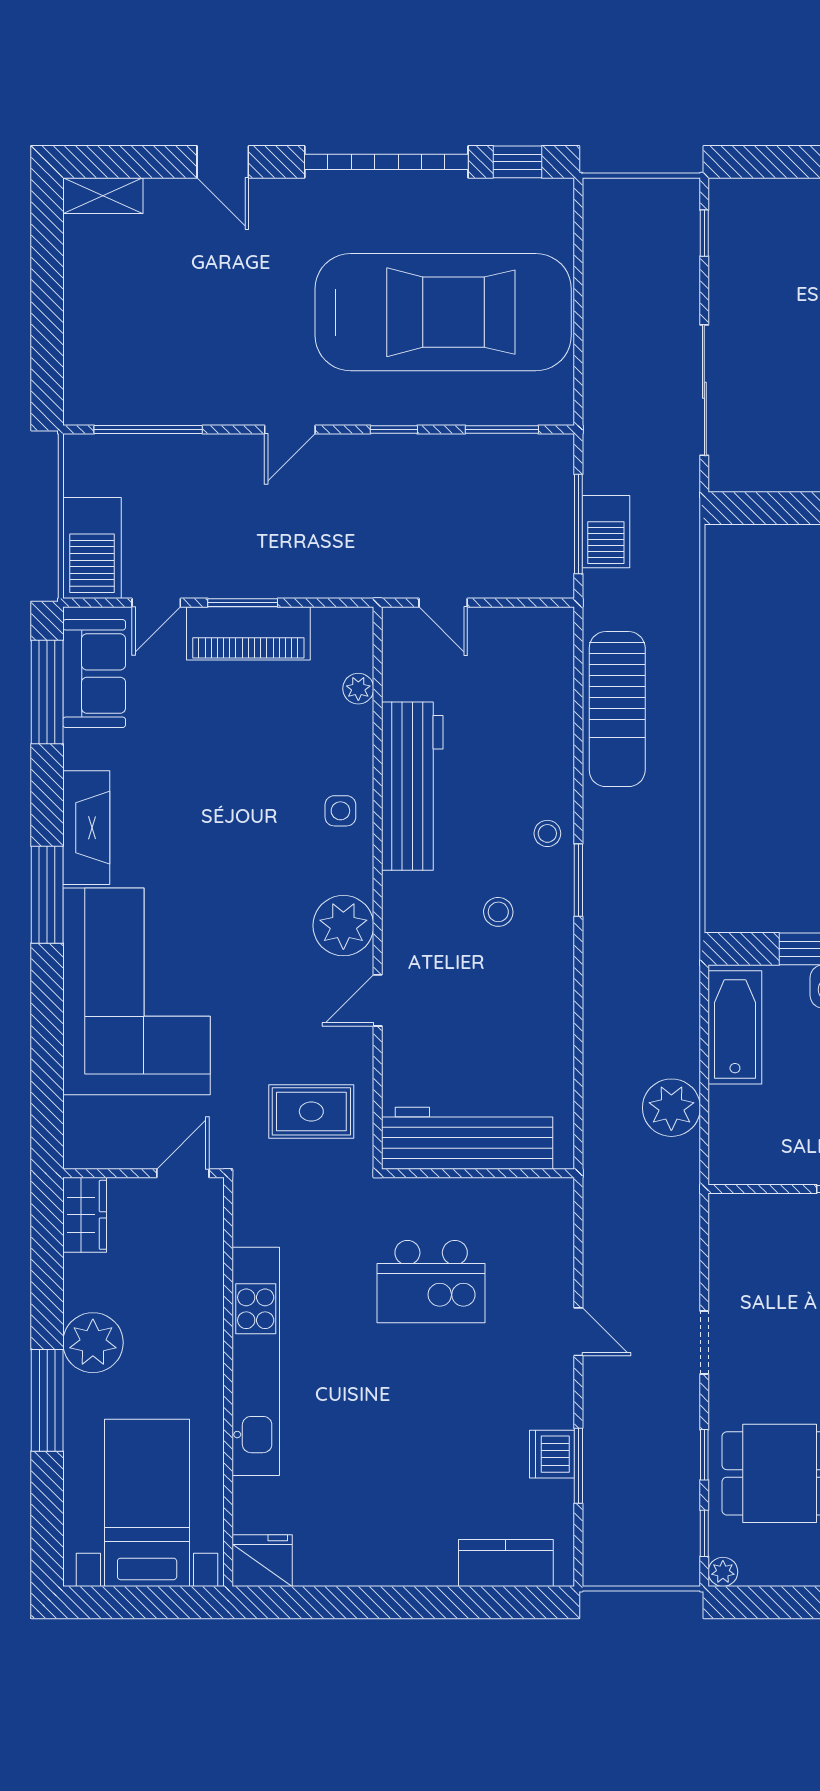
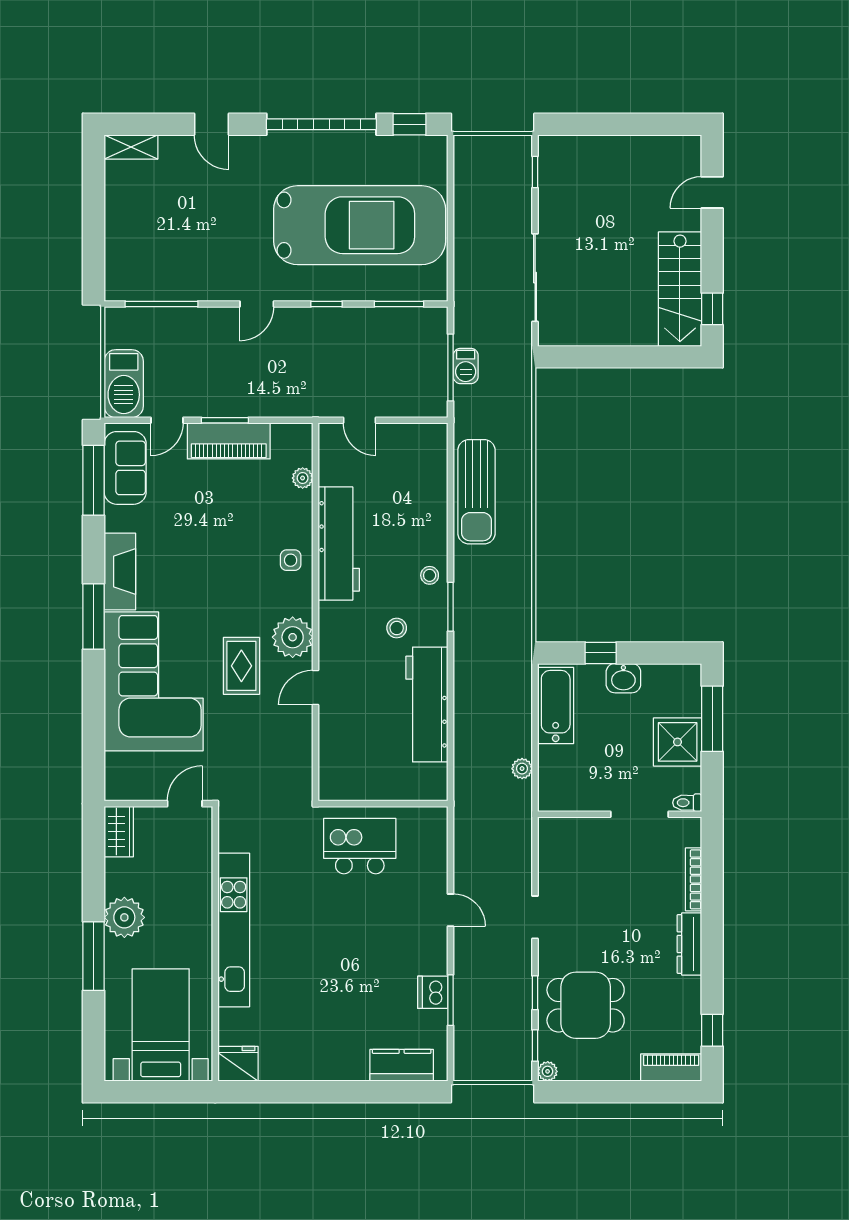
barbecue: (606, 532) -> (466, 366), width x0.73, depth x0.79
plant: (671, 1108) -> (522, 769), width x0.53, depth x0.53
rug: (311, 1111) -> (241, 666), moved, turned 90
workbench: (467, 1138) -> (427, 704), moved, turned -90
kitchen island: (431, 1282) -> (360, 846), moved, turned 180

